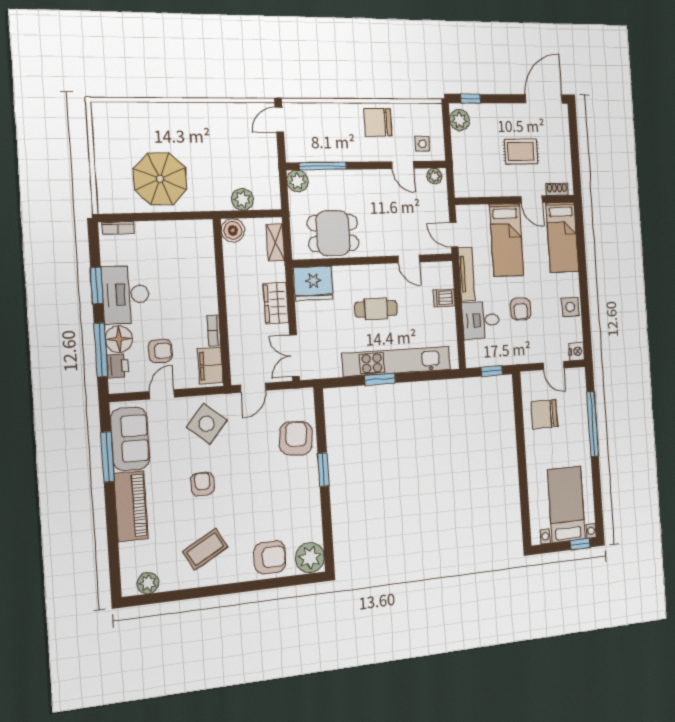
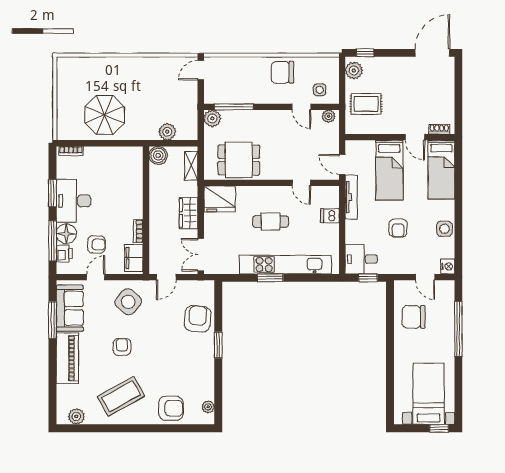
rug: (521, 151) -> (366, 104), moved
desk: (481, 320) -> (361, 259), moved
coffee table: (205, 549) -> (121, 396), width x1.36, depth x1.32
plant: (310, 558) -> (208, 407), width x0.53, depth x0.53

